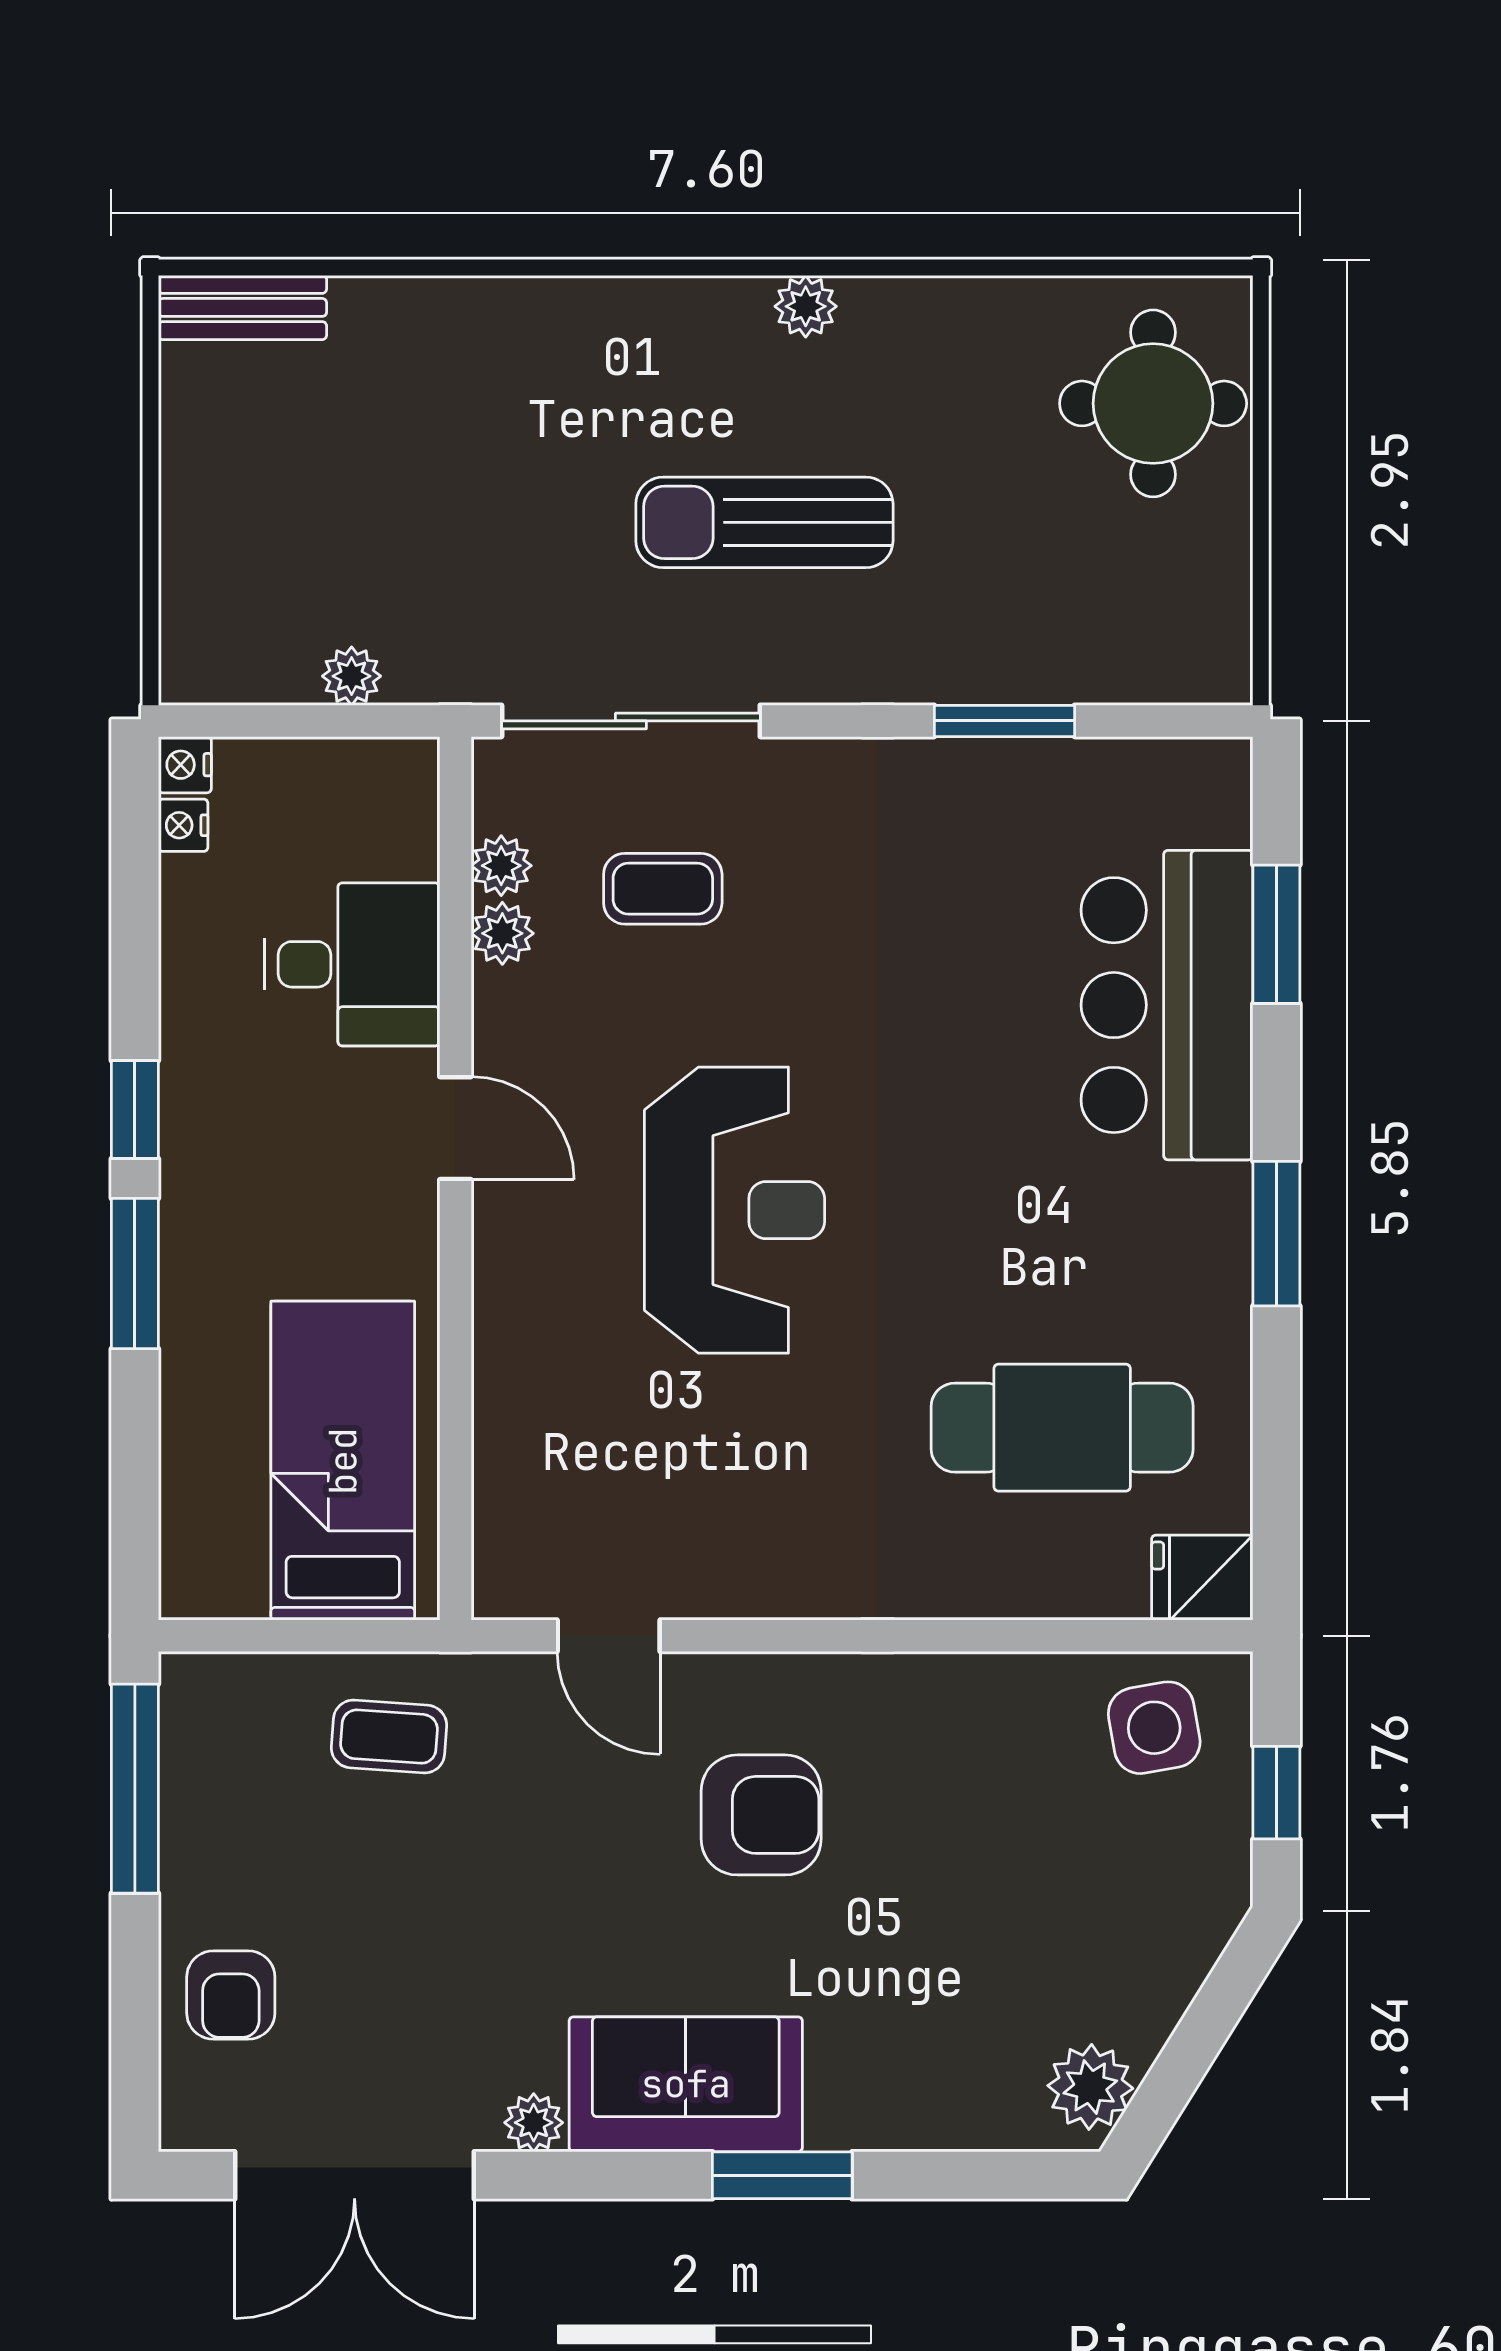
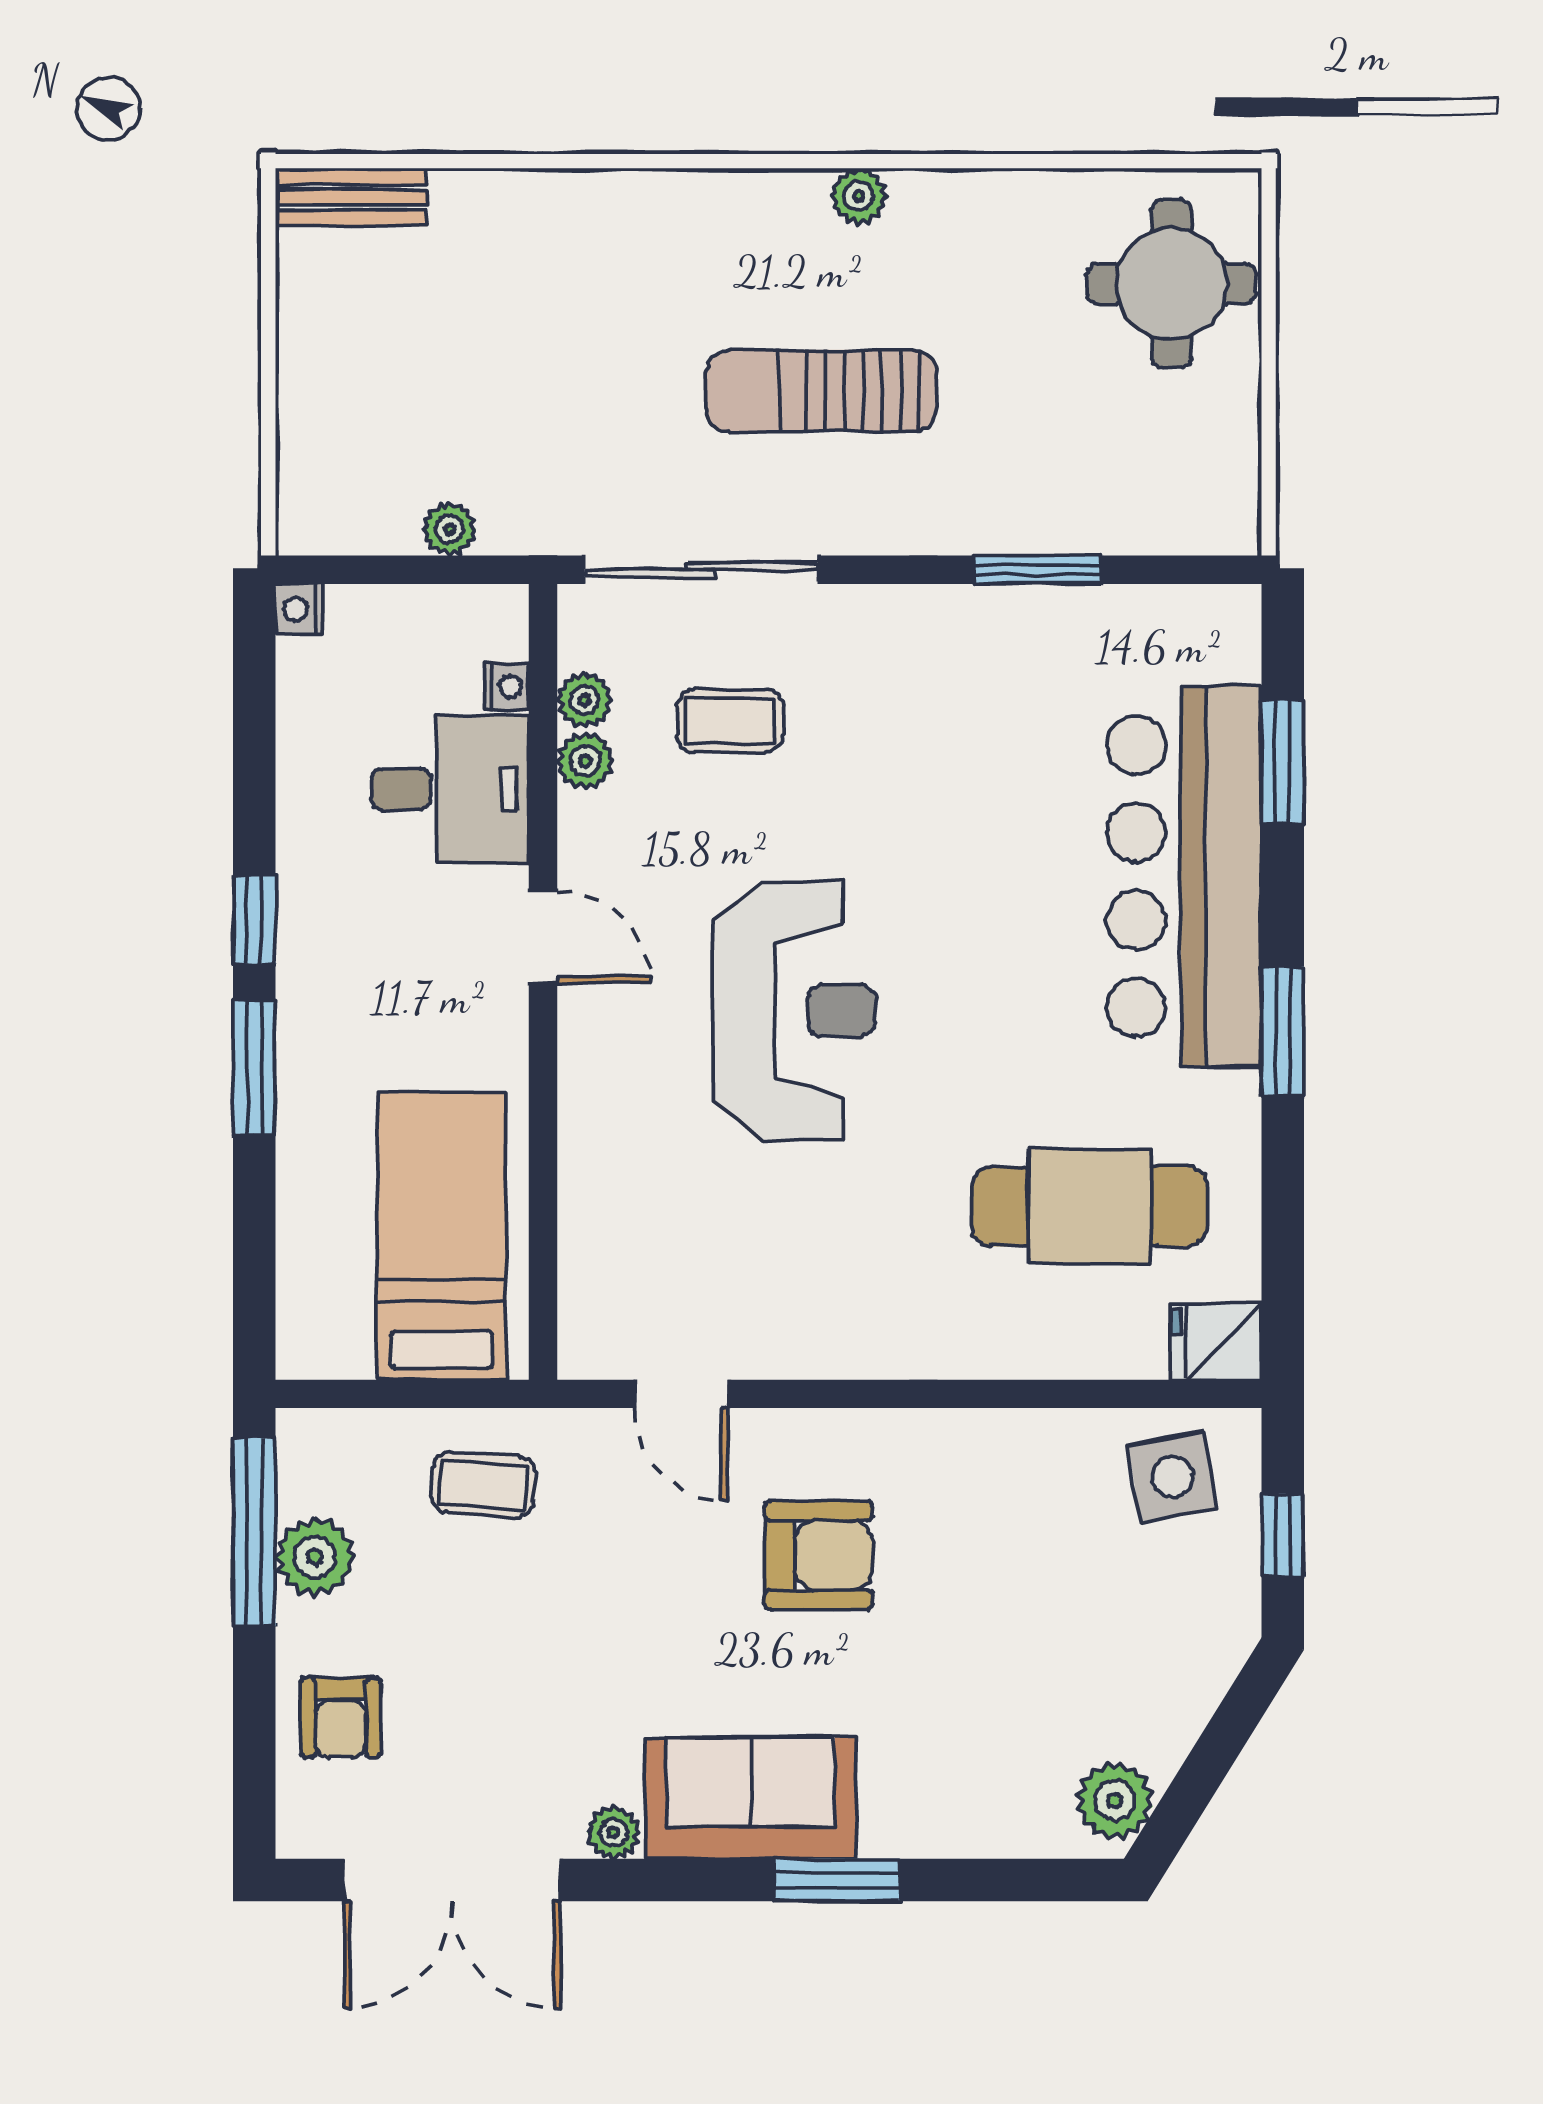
nightstand: (183, 825) -> (507, 686), moved, turned 180
bar counter: (1167, 1005) -> (1184, 876), width x1.36
plant: (202, 1817) -> (315, 1557), added

